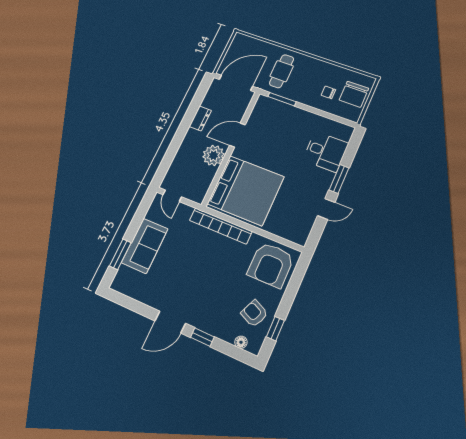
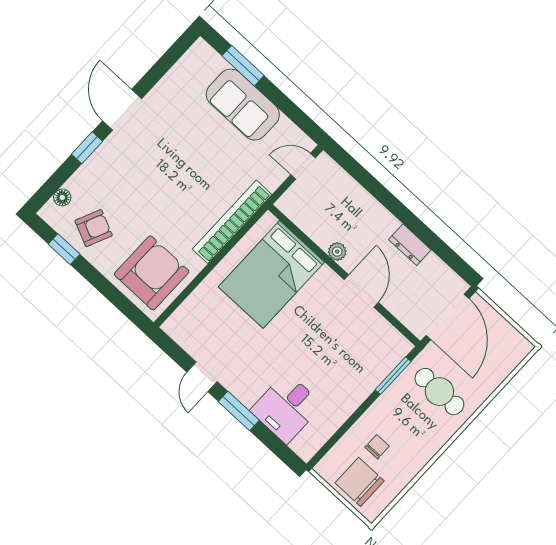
plant: (214, 155) -> (337, 252), width x0.53, depth x0.53
bed: (246, 190) -> (271, 274), width x0.73
armchair: (271, 265) -> (152, 273), turned 90

